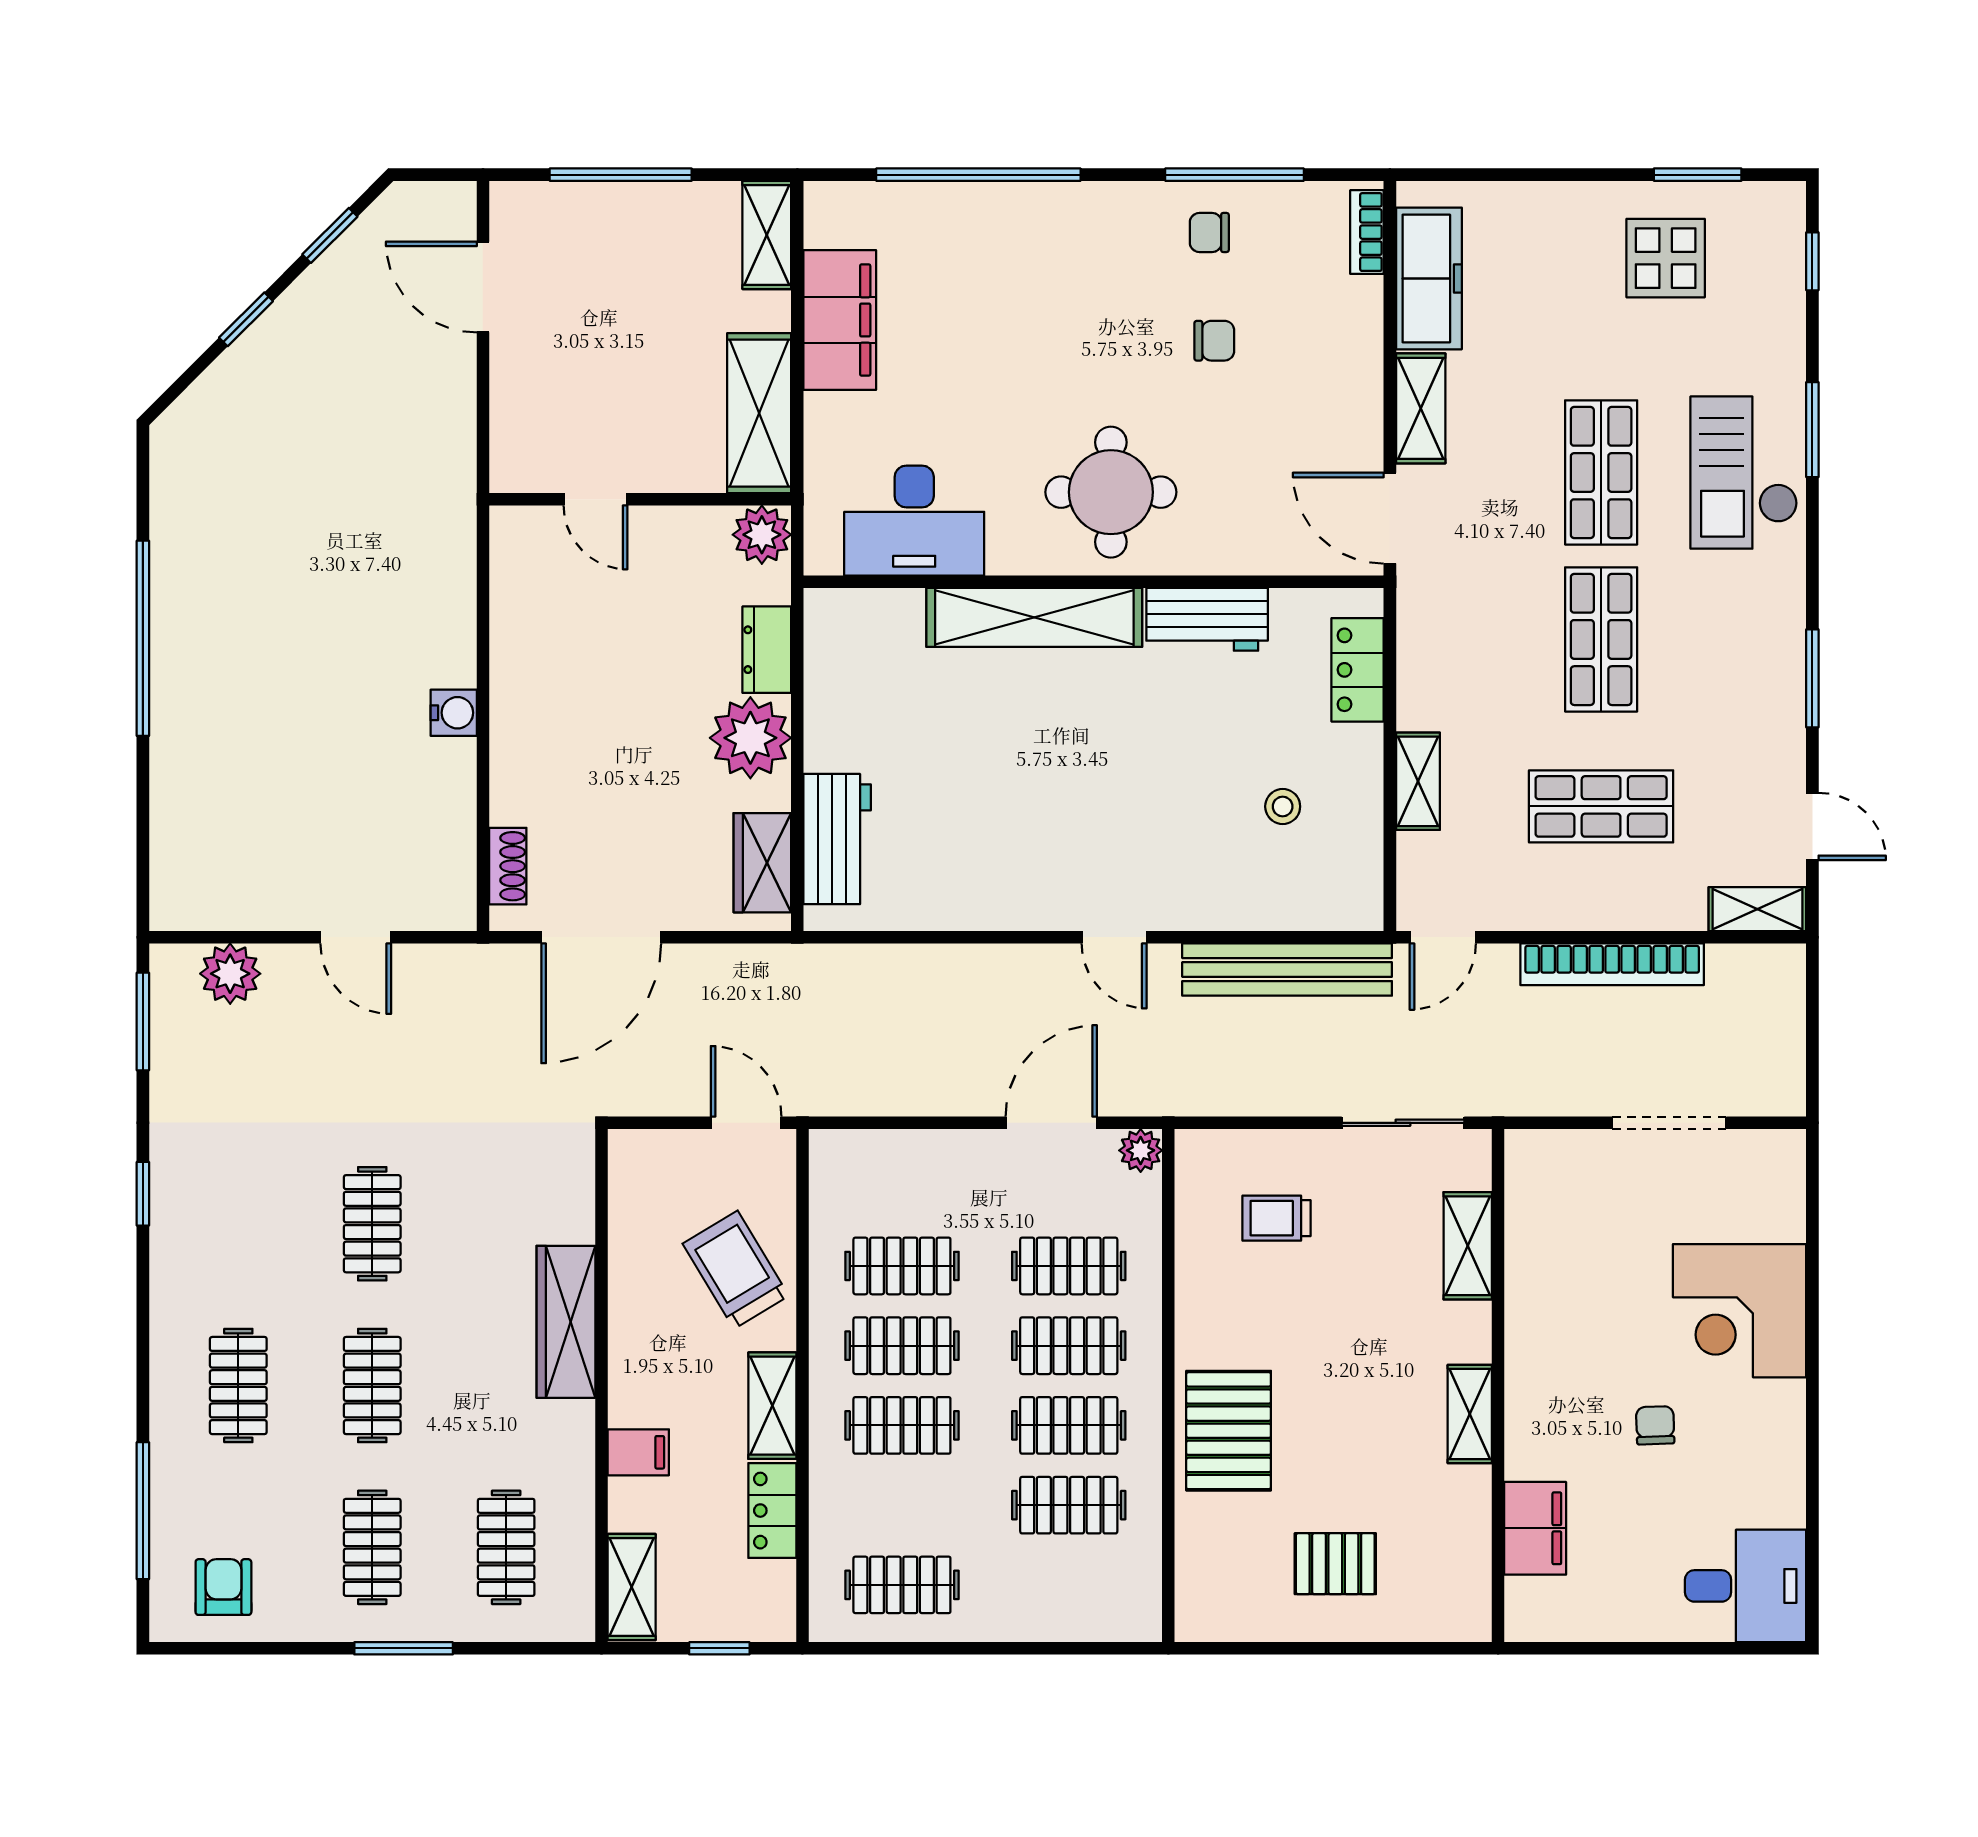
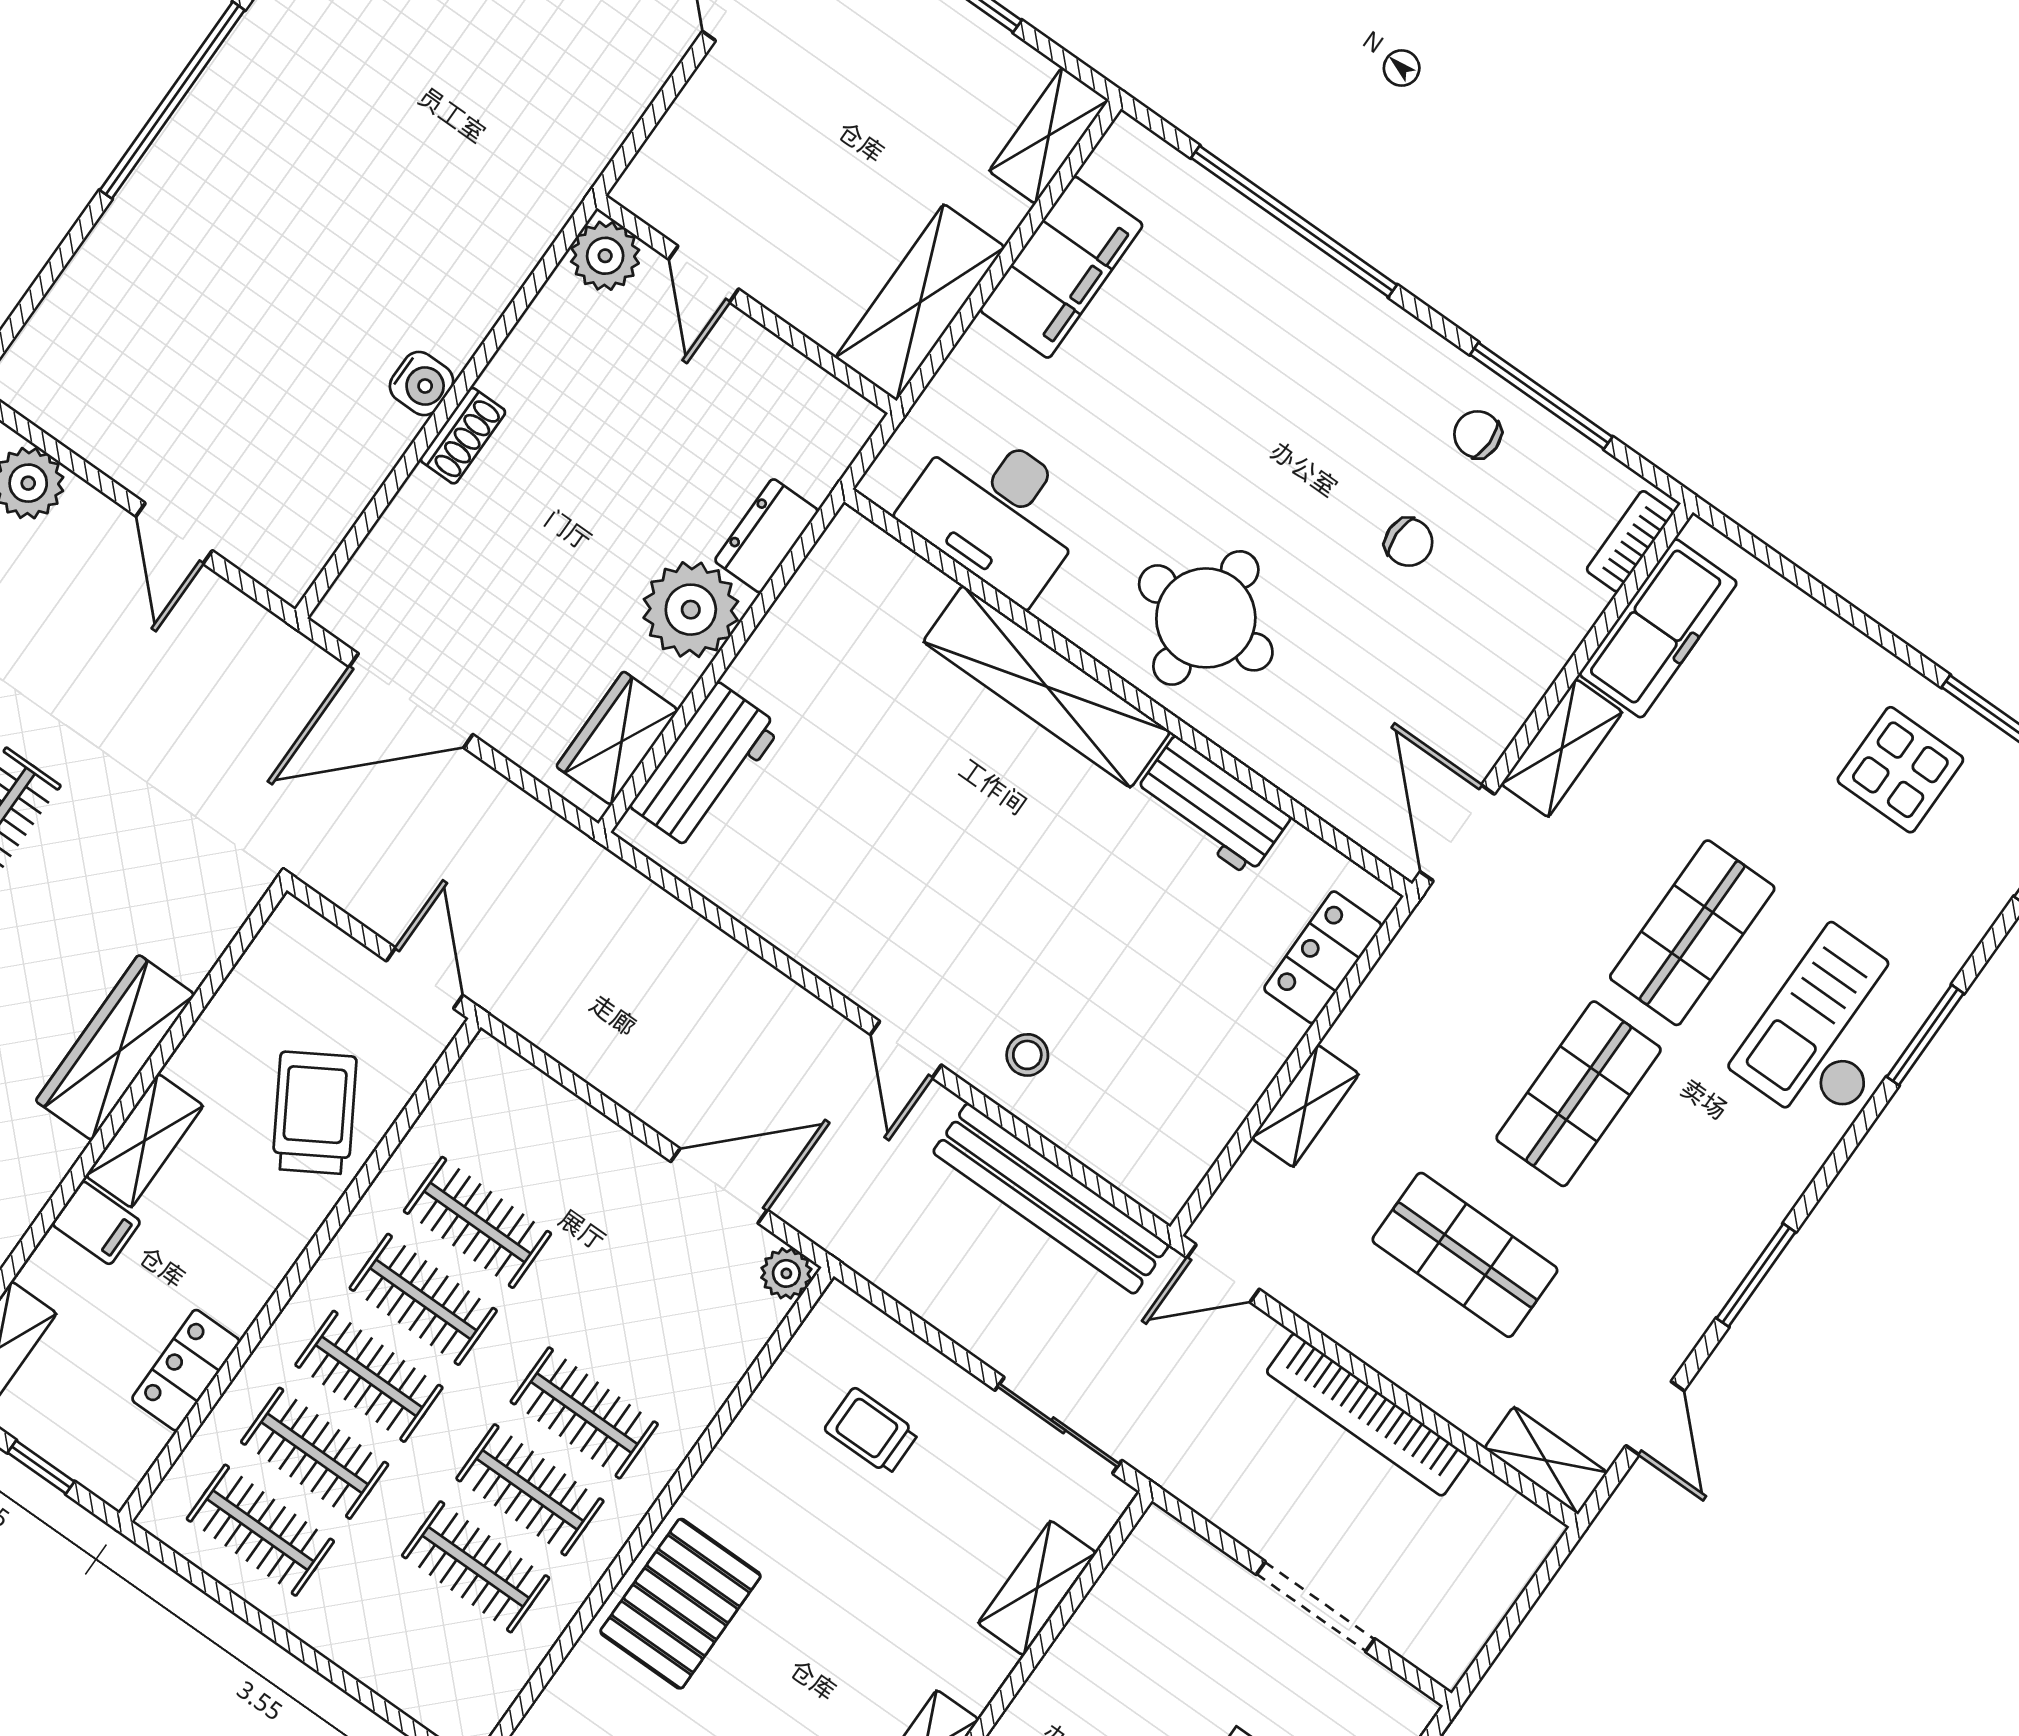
plant: (762, 535) -> (605, 256), moved
stool: (1283, 806) -> (1027, 1055), moved
shoe rack: (508, 866) -> (463, 436), moved
clothes rail: (1069, 1266) -> (315, 1453), moved
shelving: (772, 1406) -> (145, 1141), moved

